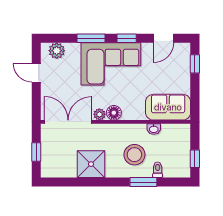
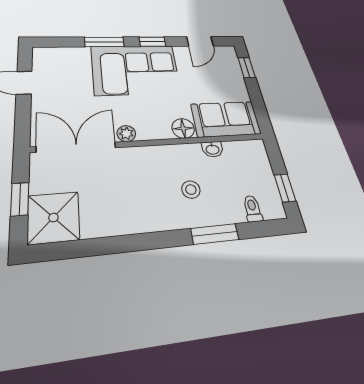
plant: (57, 51) -> (56, 56), removed
floor lamp: (114, 113) -> (183, 128), moved
stool: (134, 155) -> (191, 190), width x0.53, depth x0.53
shower: (91, 164) -> (53, 218), moved
toilet: (158, 170) -> (252, 209), moved

